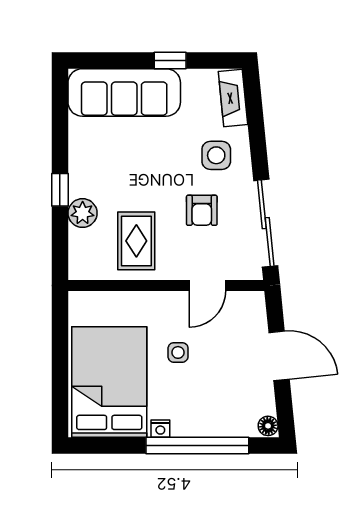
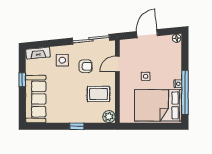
plant: (83, 213) -> (109, 117), moved
door: (207, 286) -> (117, 64), swing flipped
window: (197, 446) -> (185, 92), moved

